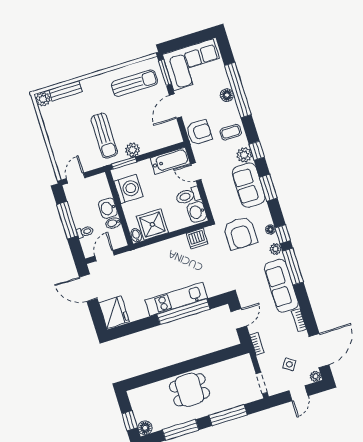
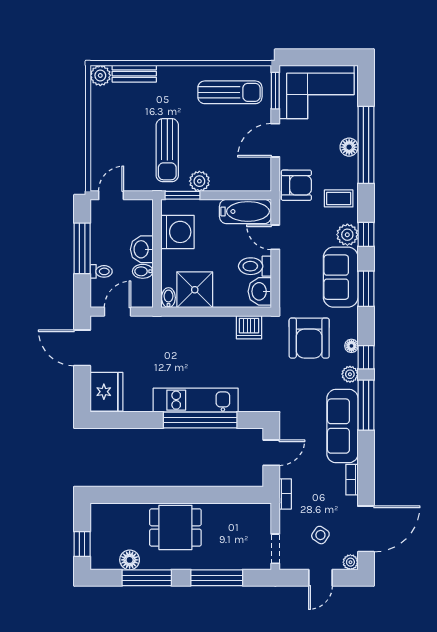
floor lamp: (145, 428) -> (130, 560), moved

